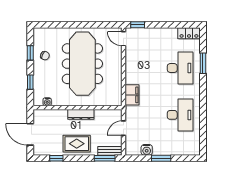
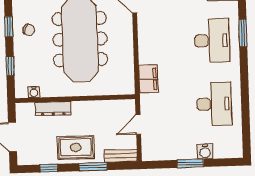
dresser: (81, 114) -> (53, 109), moved
water cooler: (147, 150) -> (205, 152), moved
window: (105, 158) -> (93, 167), moved

